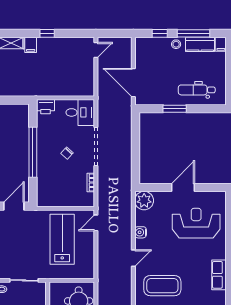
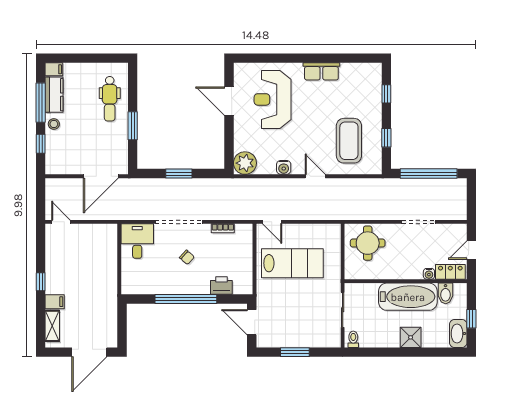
printer: (46, 107) -> (221, 286), moved, turned -90
window: (136, 147) -> (179, 174), added
door: (183, 188) -> (229, 101), moved
lab bench: (62, 239) -> (292, 263), turned 180
row of seats: (219, 275) -> (321, 71), moved

